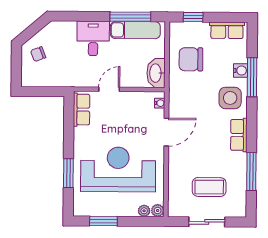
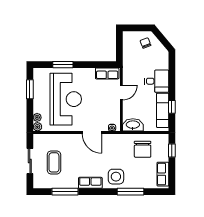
window: (130, 17) -> (172, 107), width x0.46
chair: (191, 59) -> (143, 149), turned 180
water cooler: (241, 70) -> (135, 184), removed
door: (109, 89) -> (121, 93), hinge flipped

